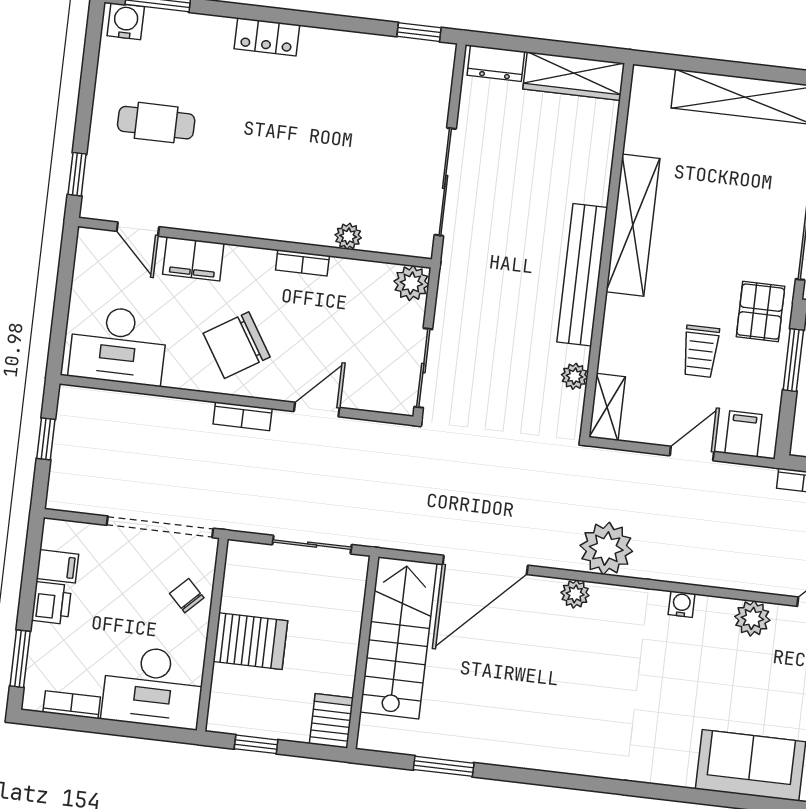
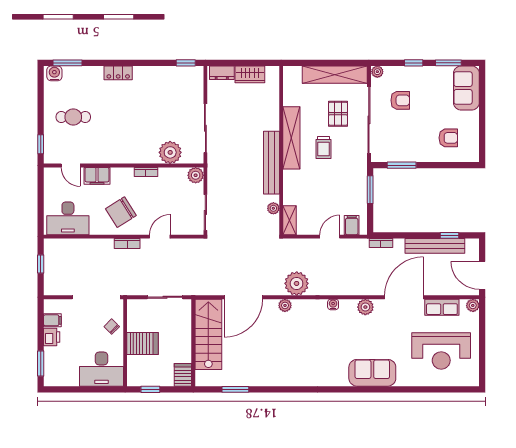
wardrobe: (574, 76) -> (250, 74), width x0.67
plant: (348, 236) -> (170, 152), width x1.88, depth x1.88
pallet: (761, 312) -> (338, 114), moved
trolley: (701, 351) -> (324, 147), moved
bookcase: (72, 705) -> (66, 381), removed

